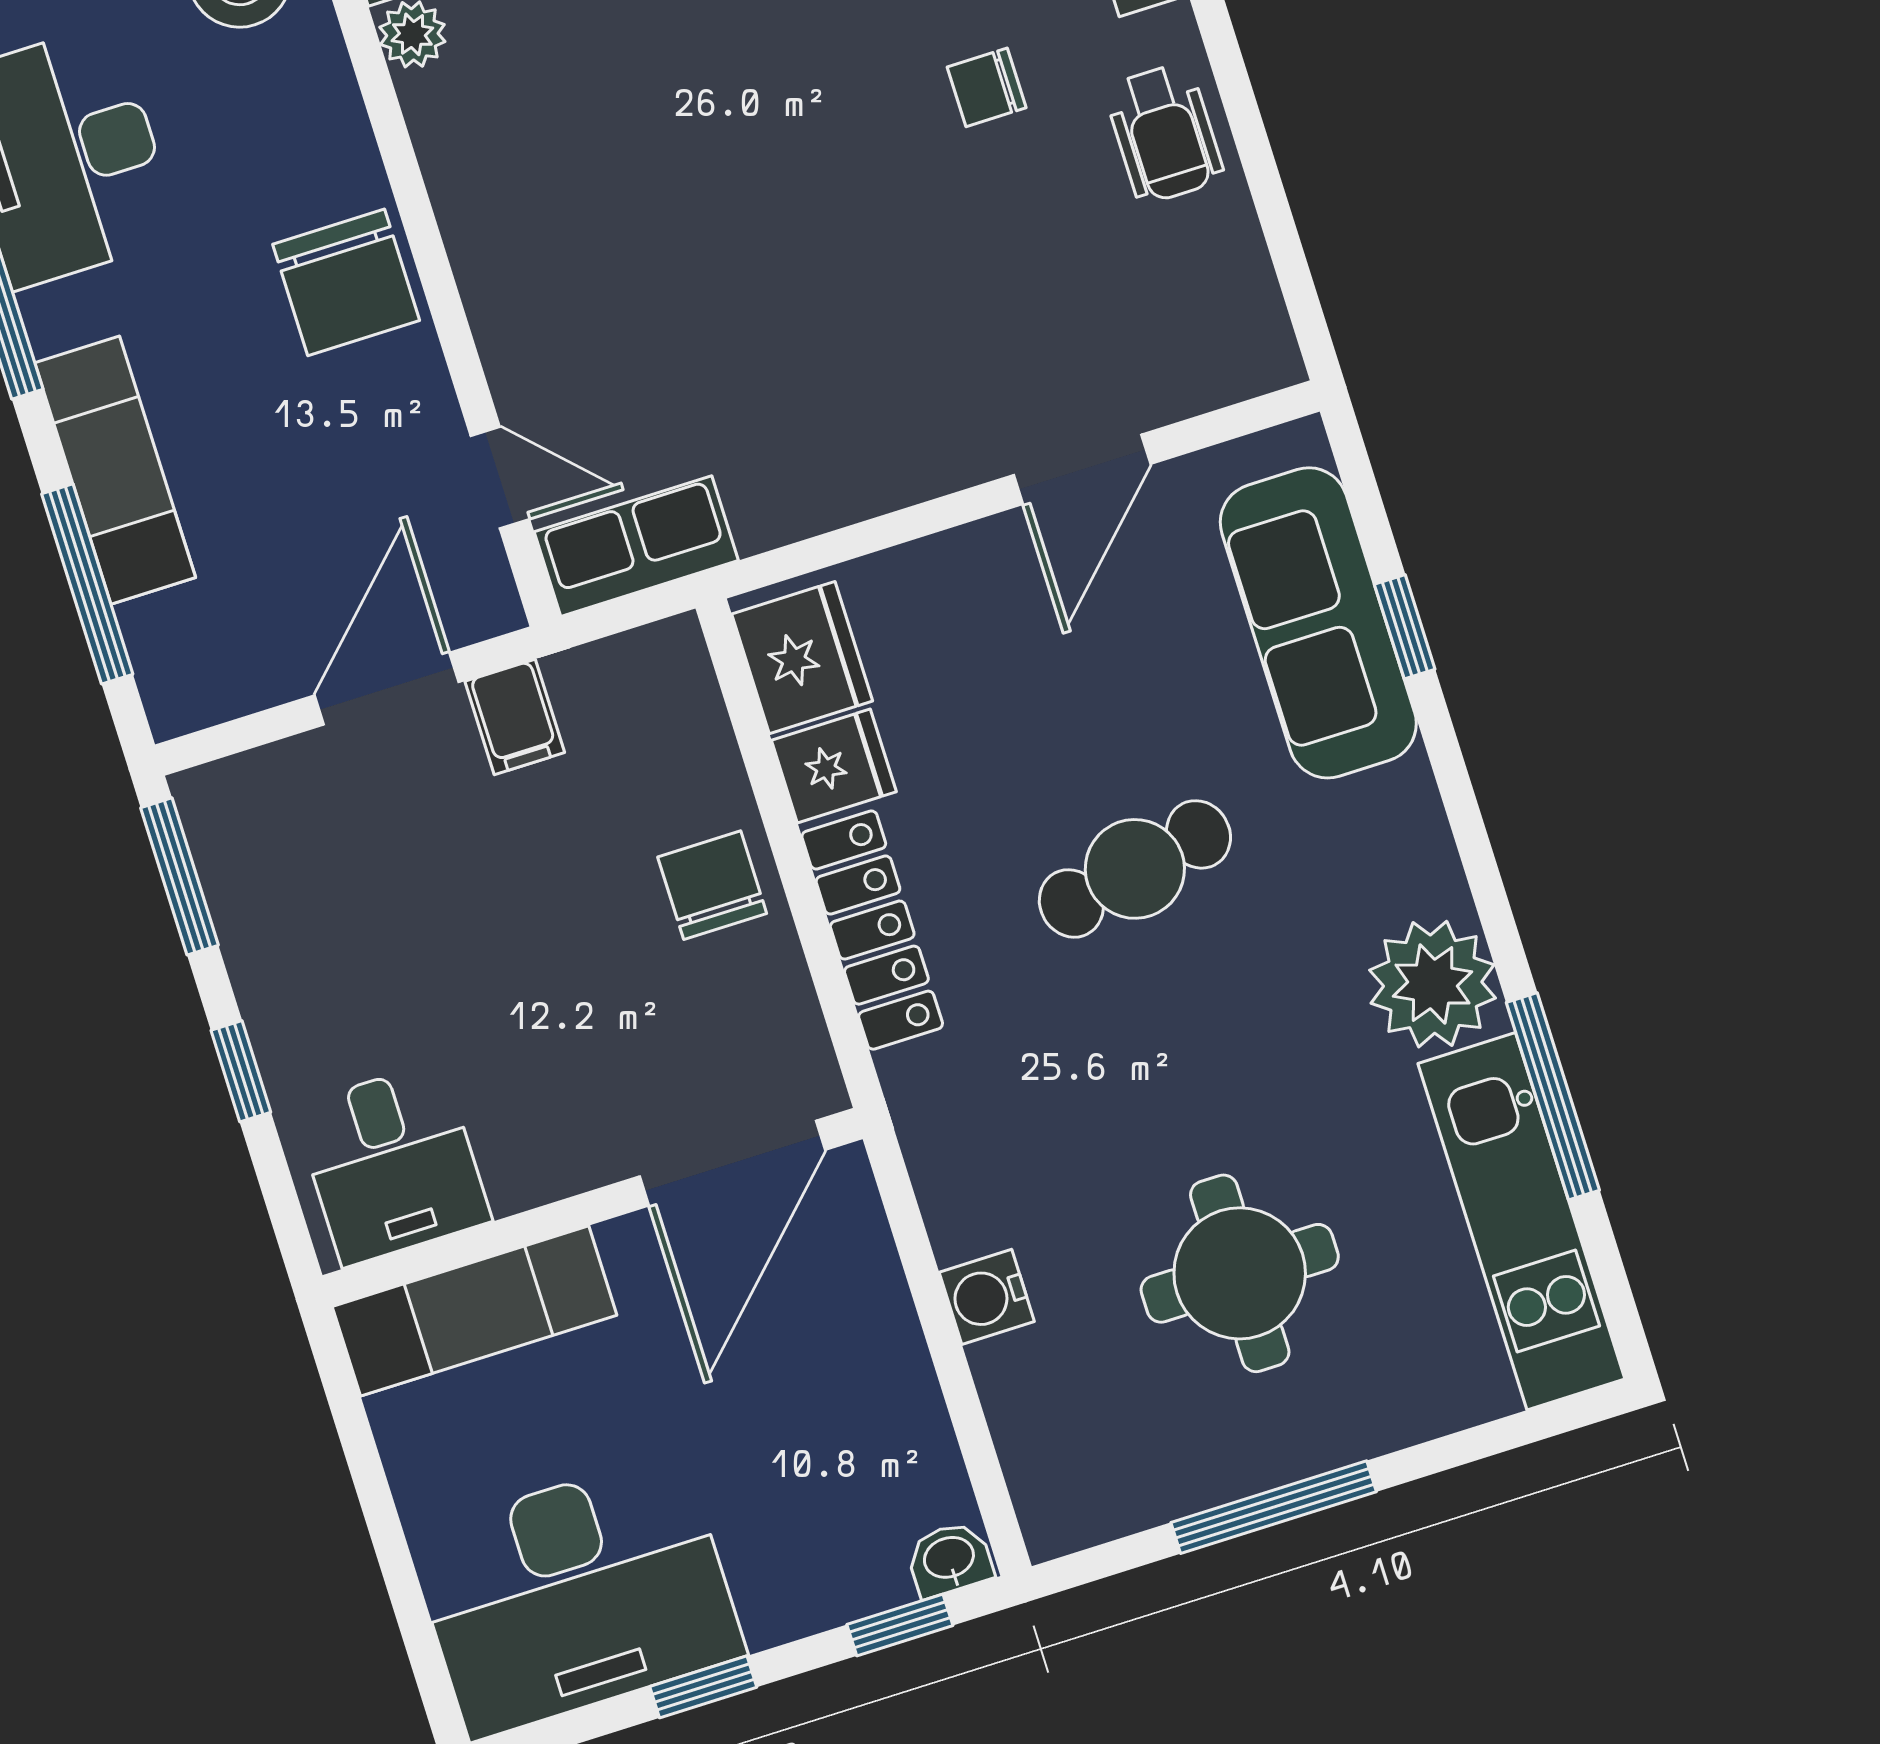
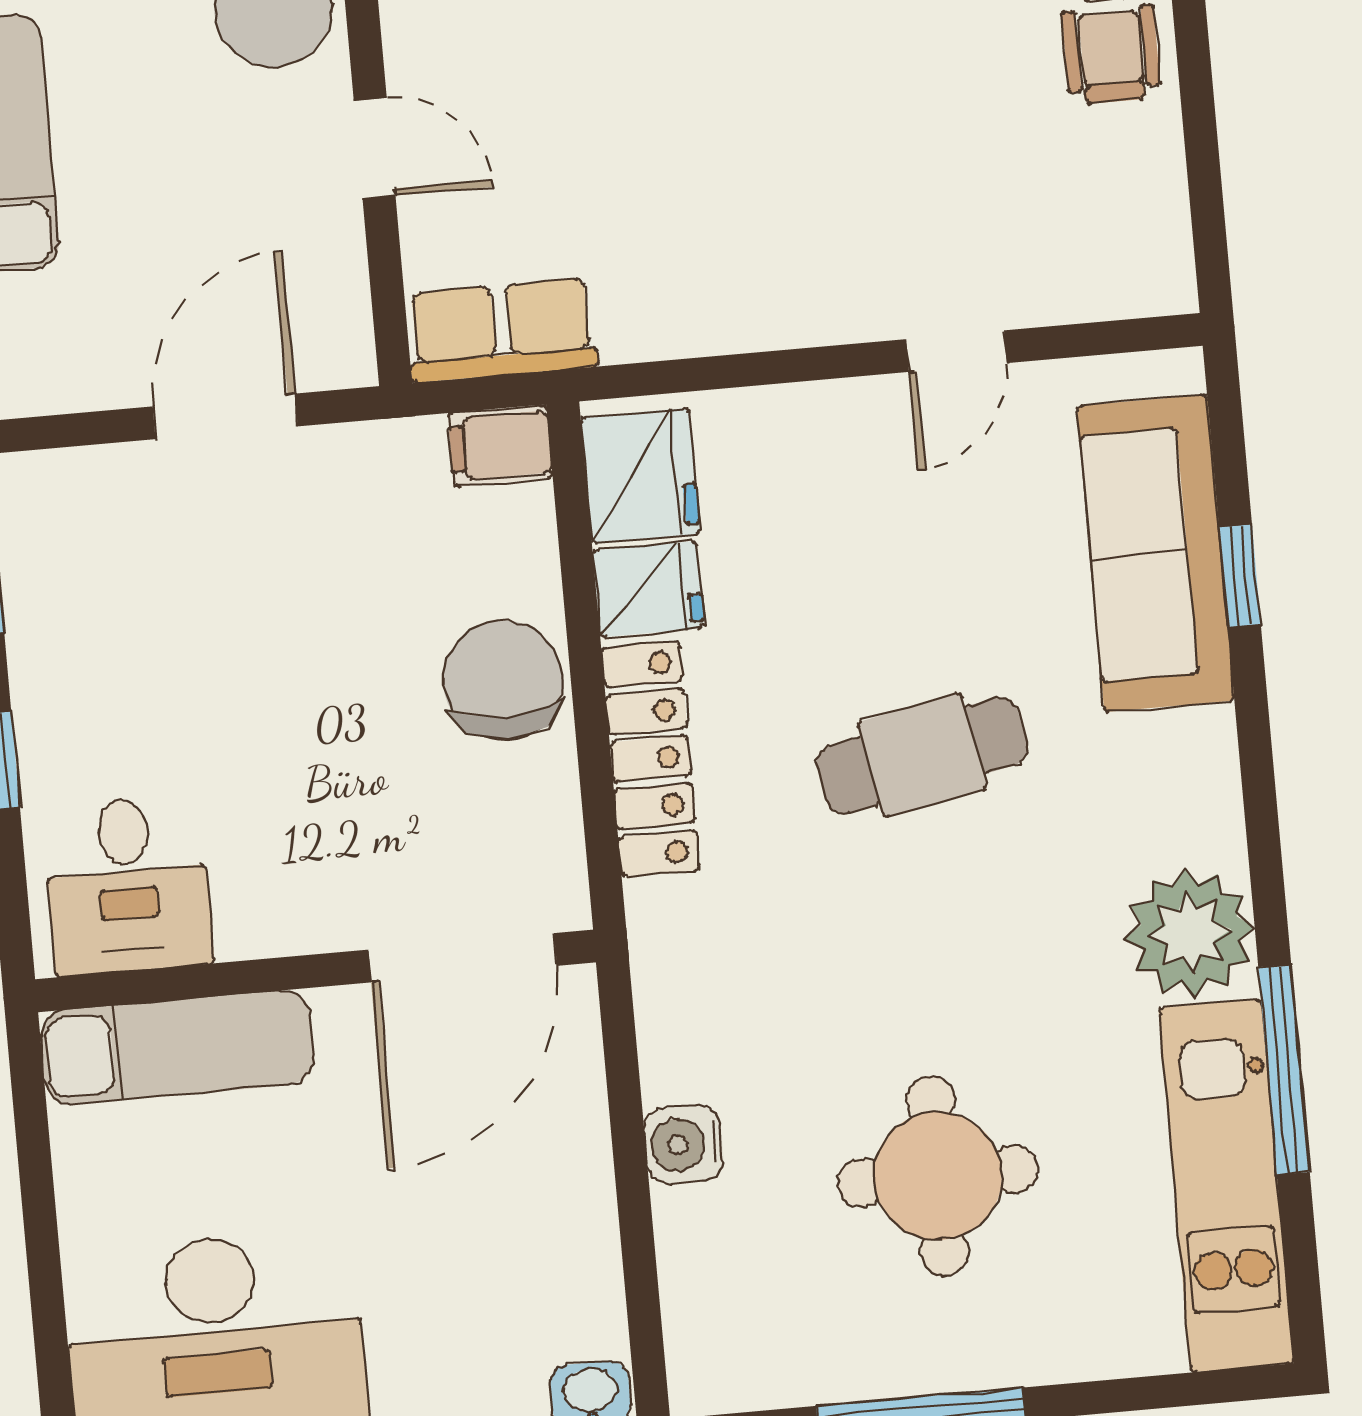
door: (1082, 469) -> (956, 351), width x0.73
door: (500, 477) -> (375, 148), moved
filing cabinet: (515, 717) -> (500, 446), moved, turned 90
chair: (712, 885) -> (503, 680), width x1.37, depth x1.37

